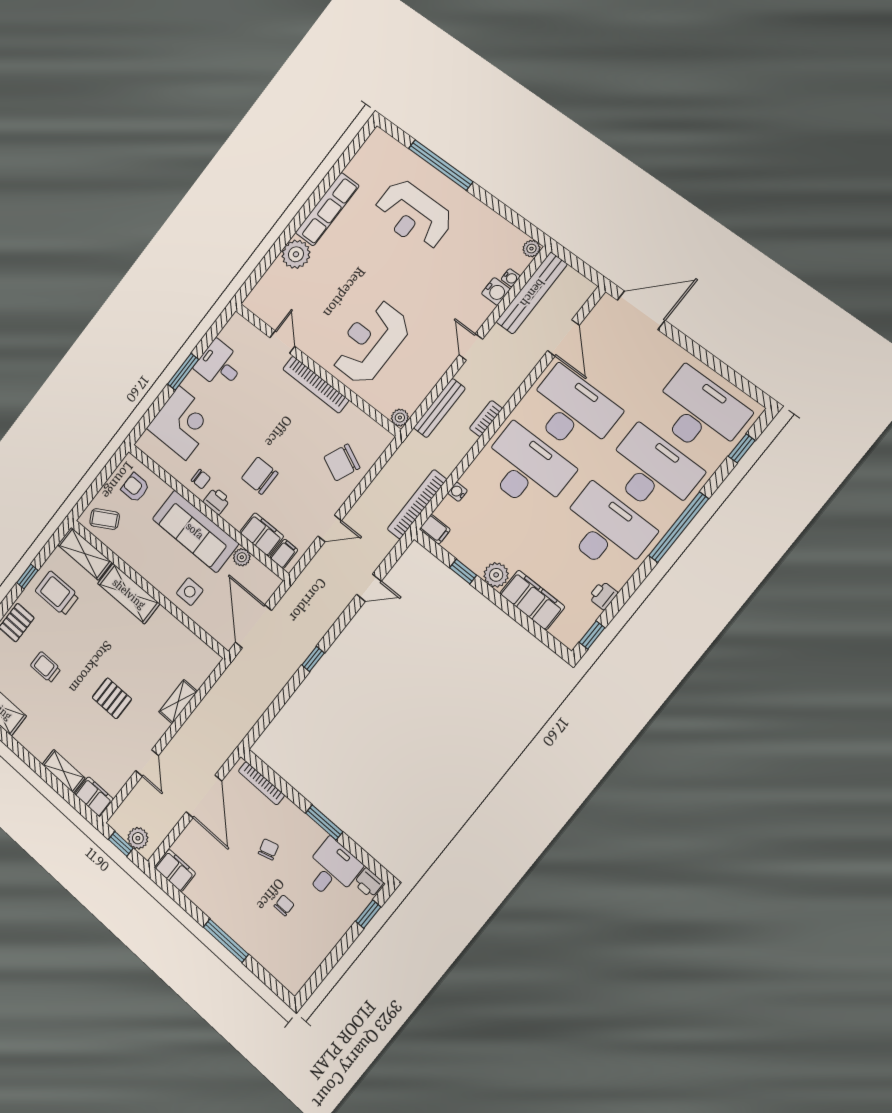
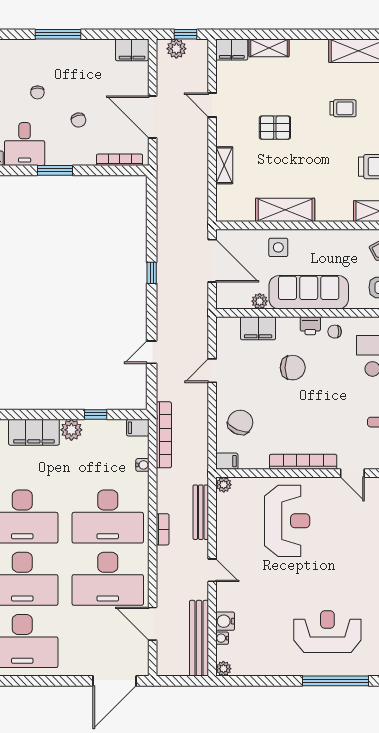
filing cabinet: (284, 554) -> (227, 461), moved, turned -90
shelving: (129, 594) -> (285, 210), moved

